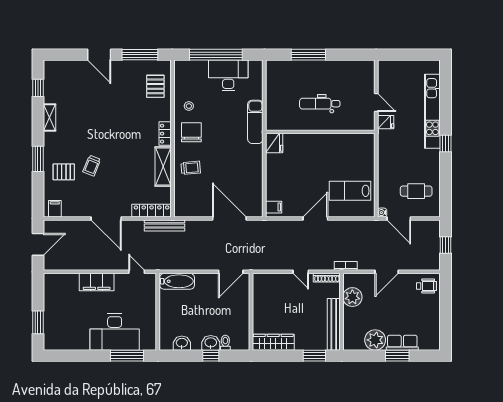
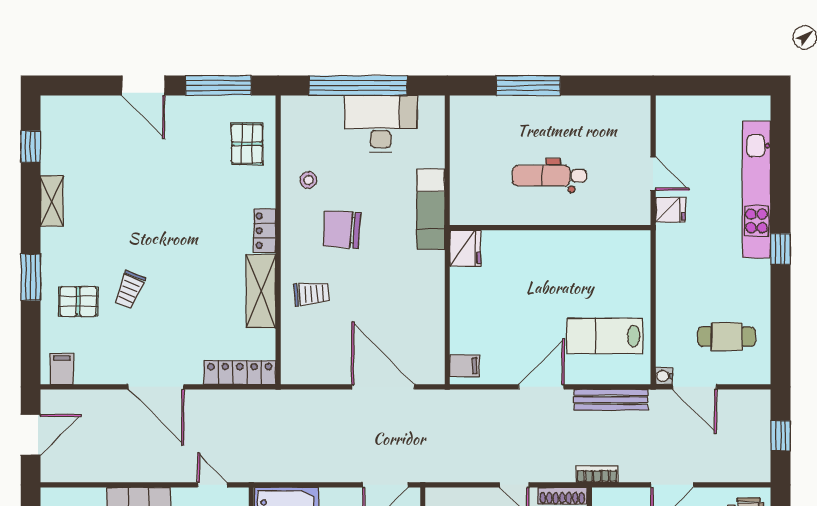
chair: (191, 132) -> (342, 230), moved, turned -86
bench: (164, 225) -> (611, 400), moved

